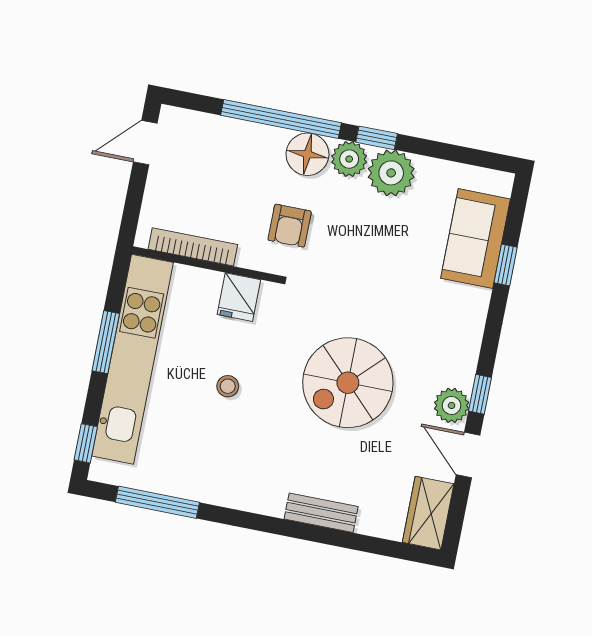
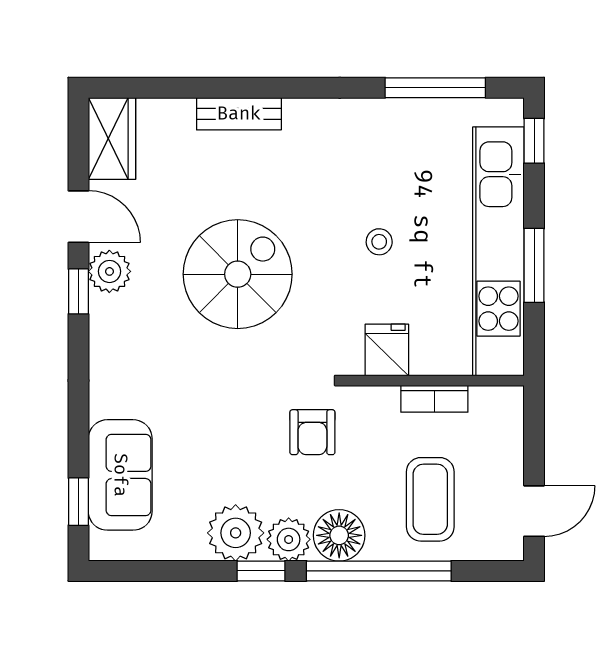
coffee table: (228, 169) -> (430, 499), added
armchair: (290, 226) -> (312, 432), moved, turned 180
bookcase: (193, 247) -> (434, 399), width x0.64
window: (506, 265) -> (78, 502), moved

